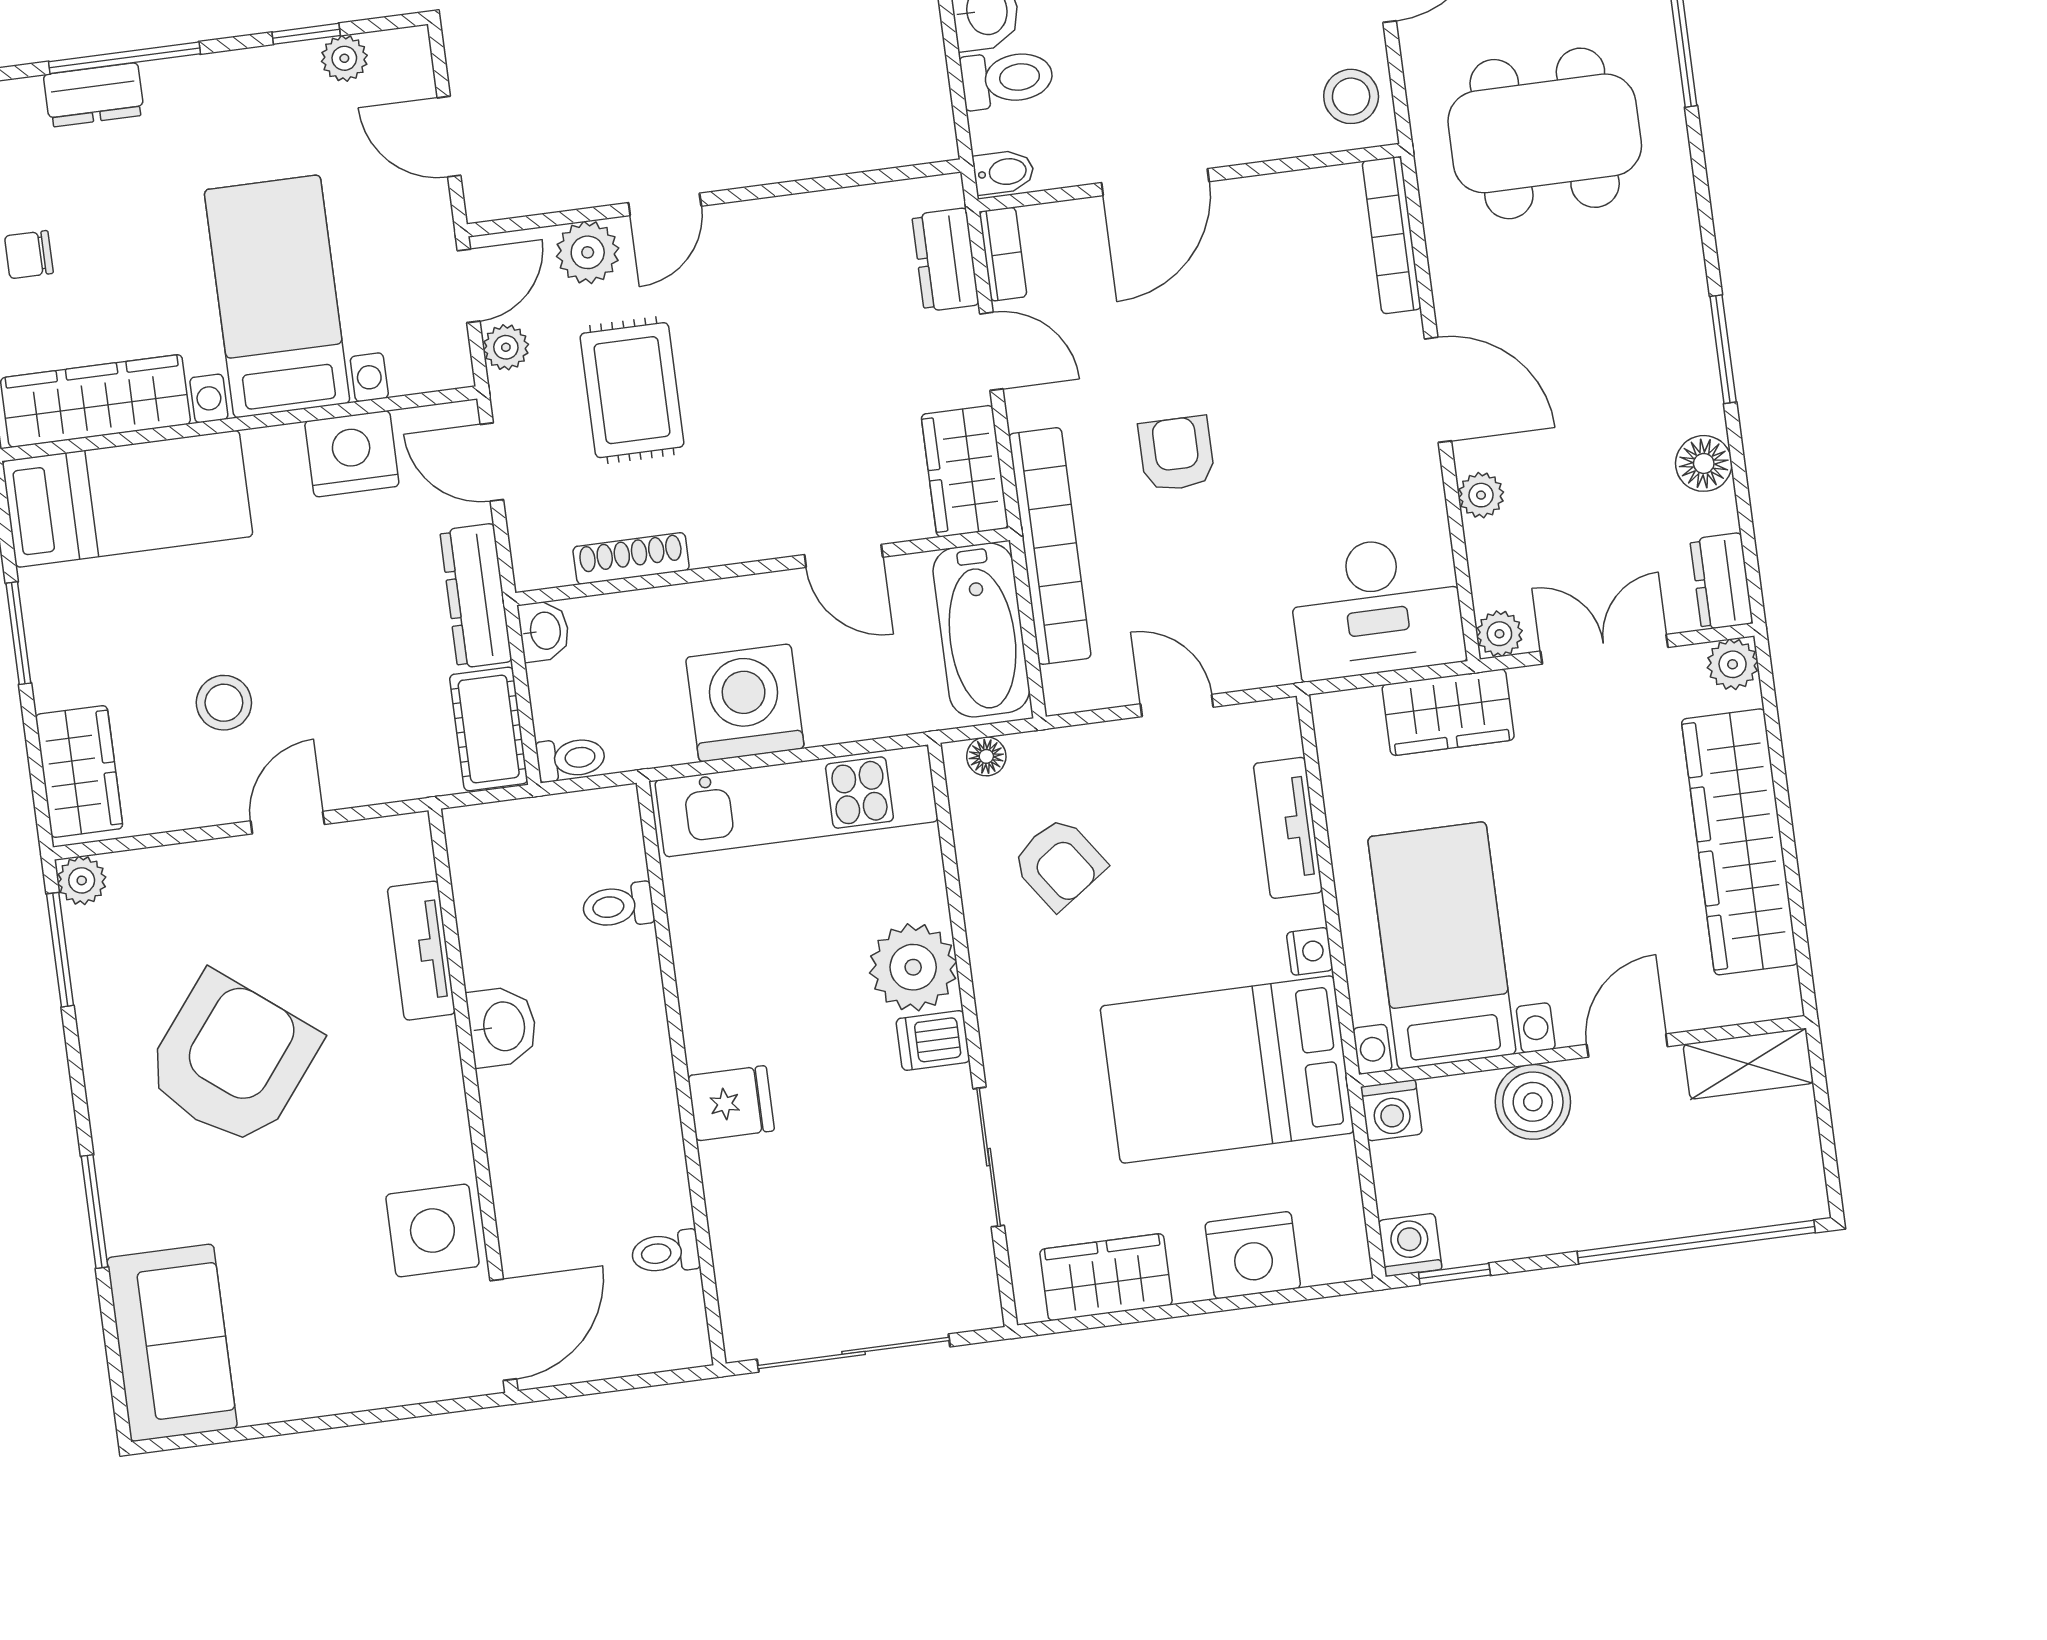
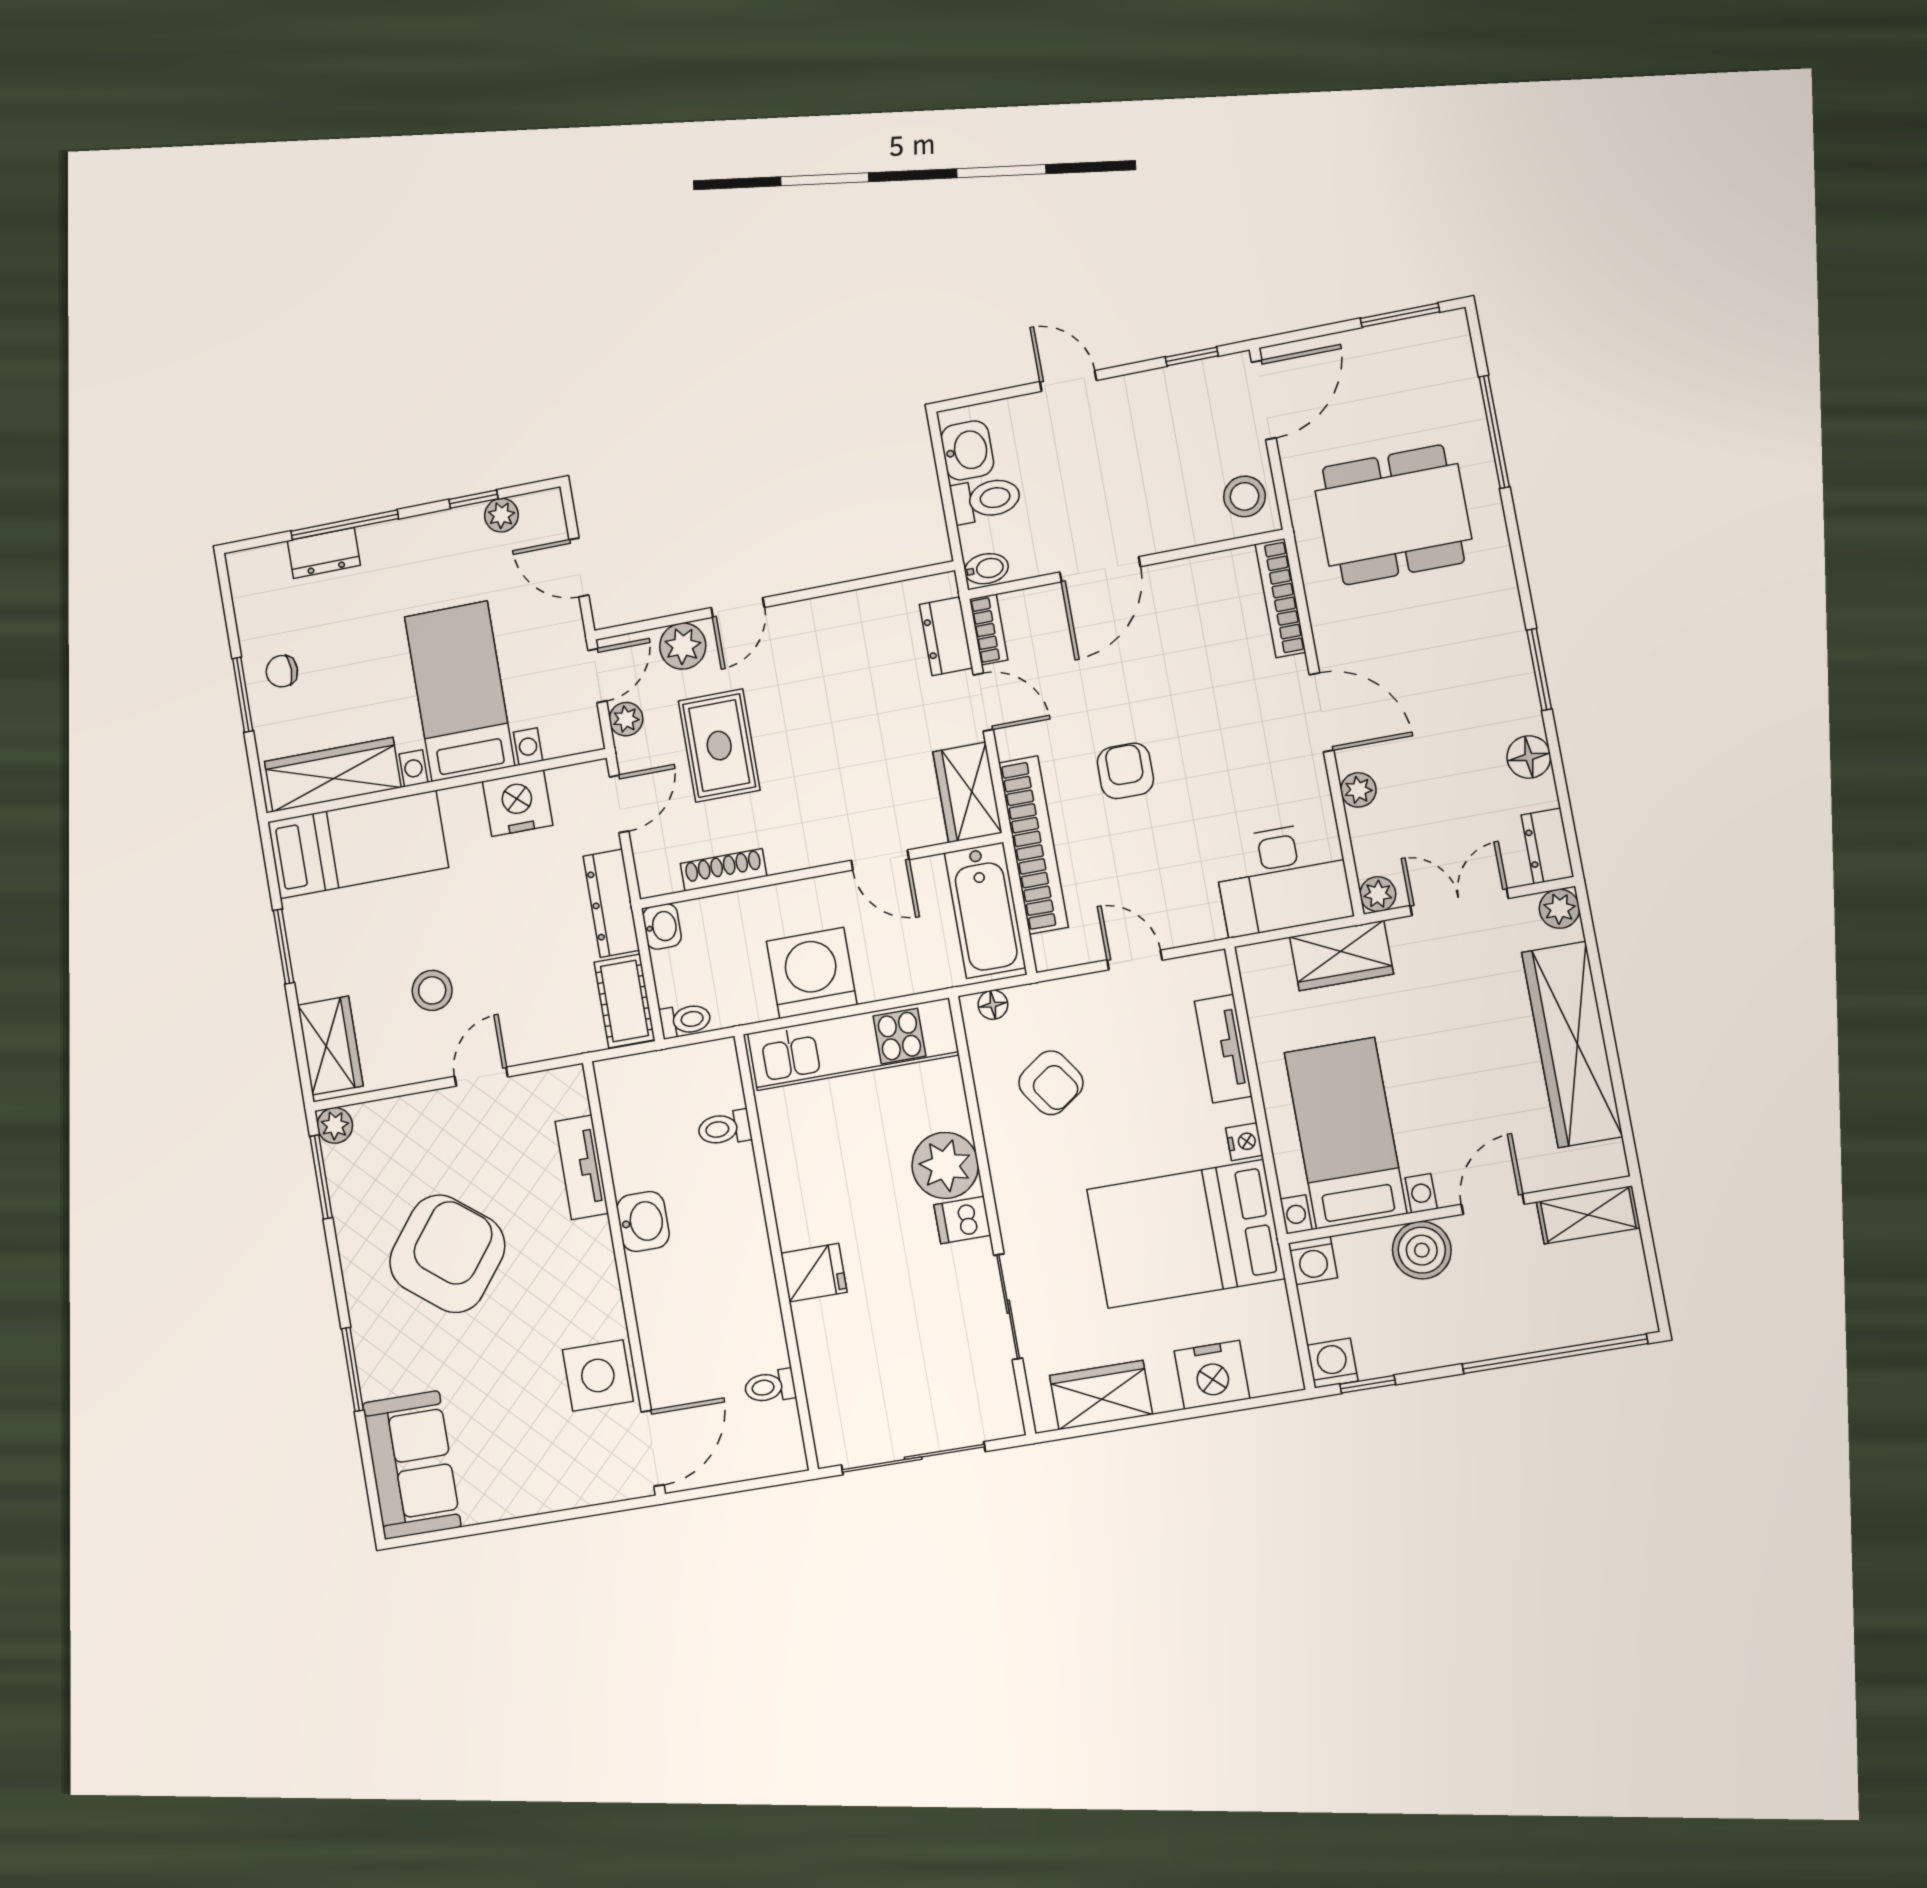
door: (492, 462) -> (619, 804), swing flipped

